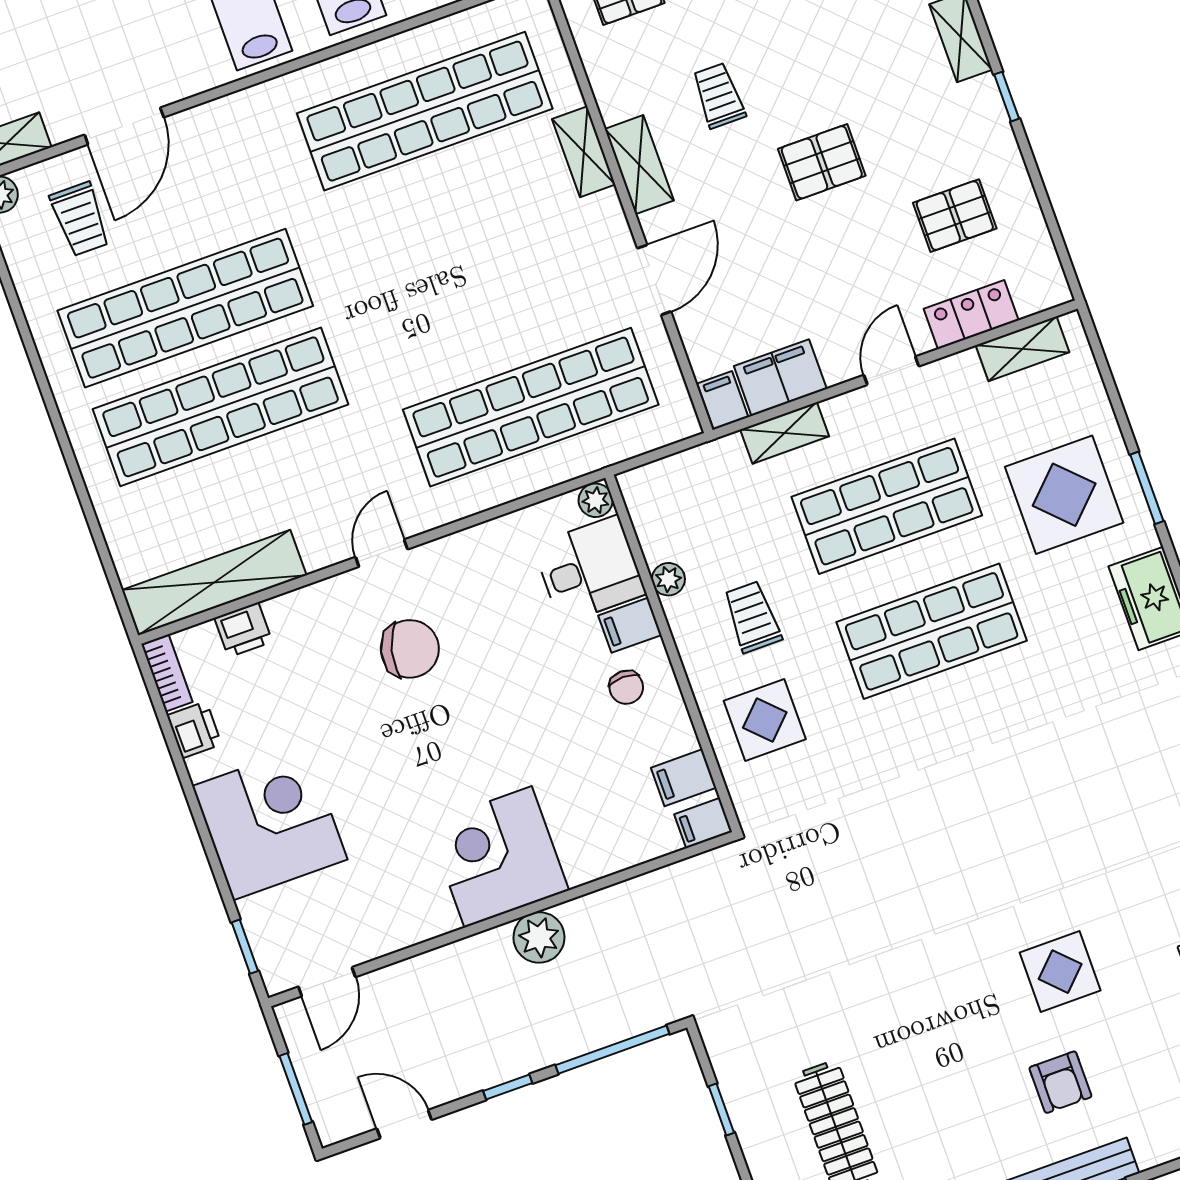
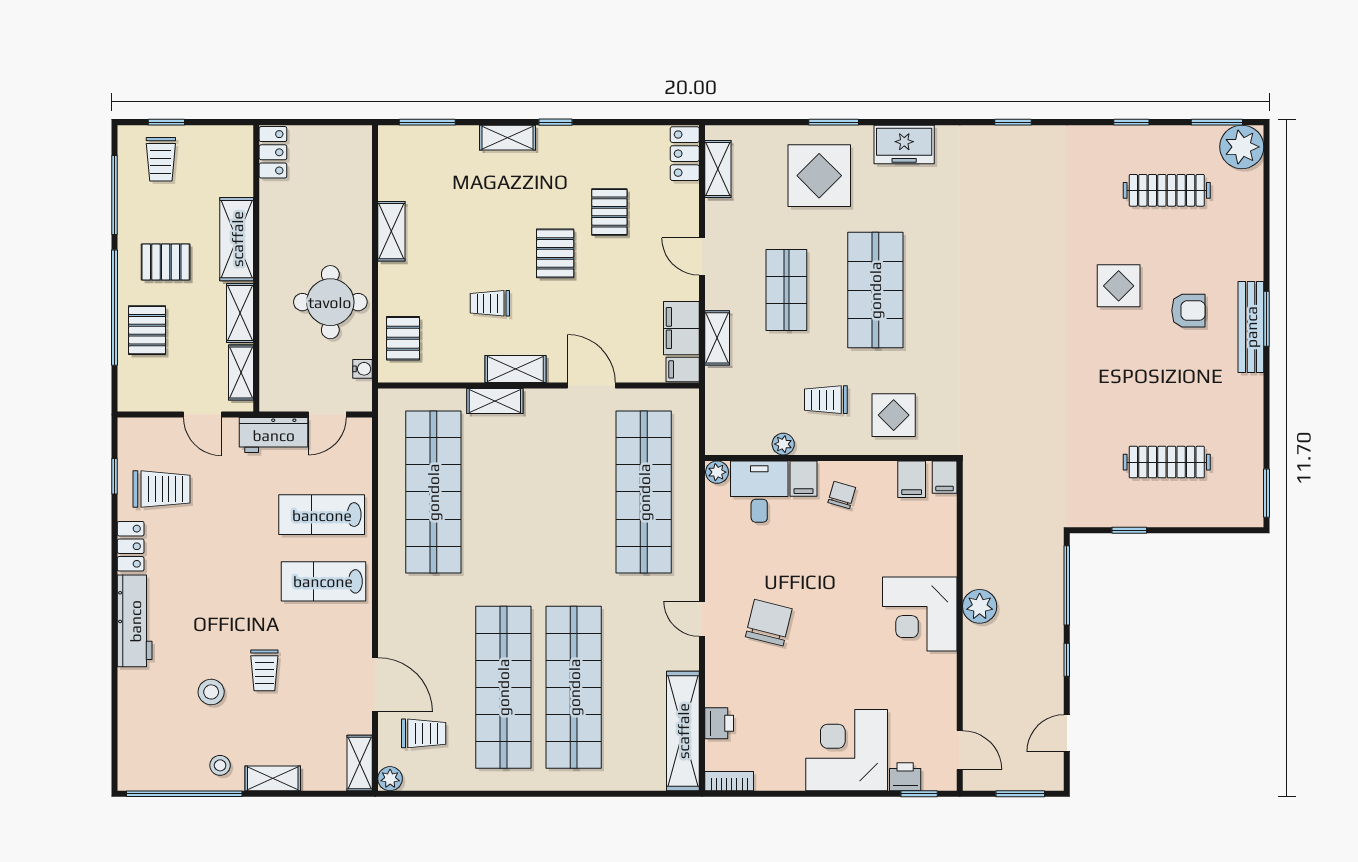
pallet: (955, 216) -> (609, 212), moved
locker: (971, 315) -> (685, 154), moved
shop shelf: (887, 506) -> (786, 290), width x0.70, depth x0.74
chair: (626, 687) -> (842, 495), turned -74
printer: (194, 730) -> (905, 777), moved

